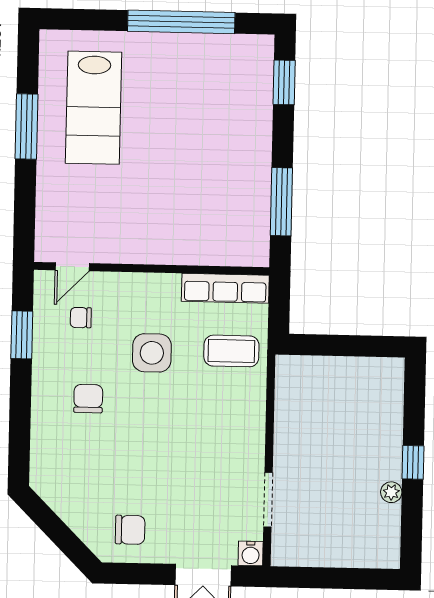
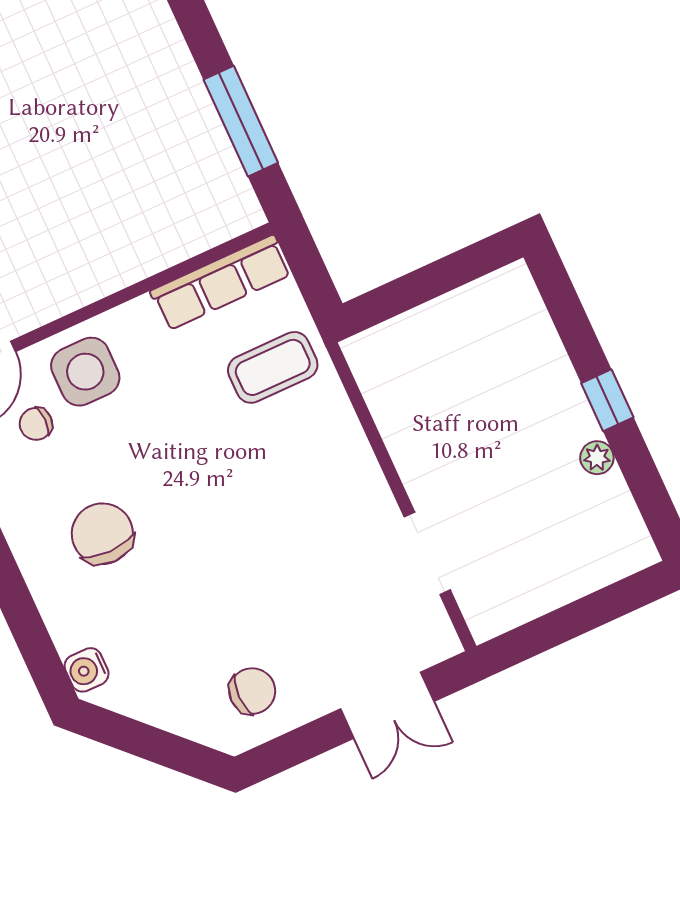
side table: (152, 353) -> (85, 372), moved
chair: (88, 399) -> (102, 534), width x1.37, depth x1.37
water cooler: (251, 553) -> (87, 670), moved, turned 90

